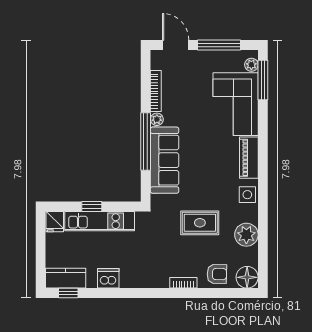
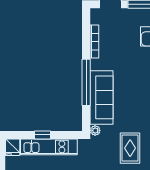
plant: (157, 119) -> (95, 130), moved
rug: (200, 223) -> (130, 148), turned 90

